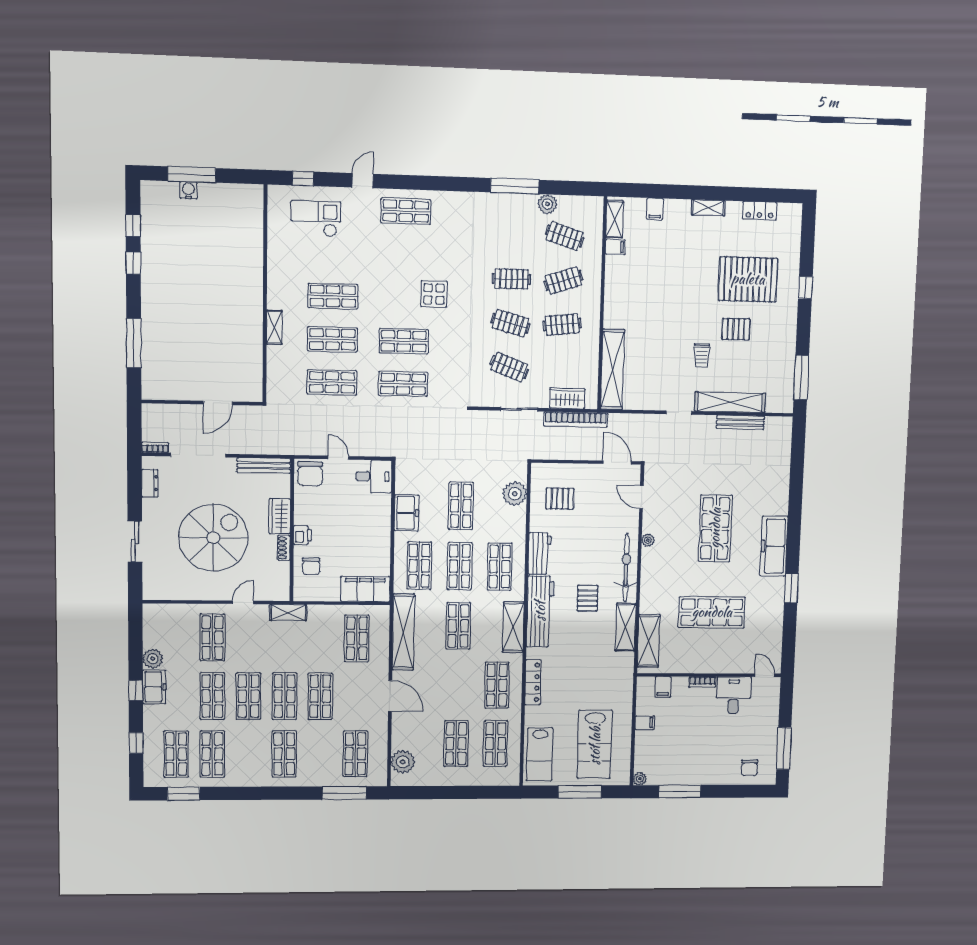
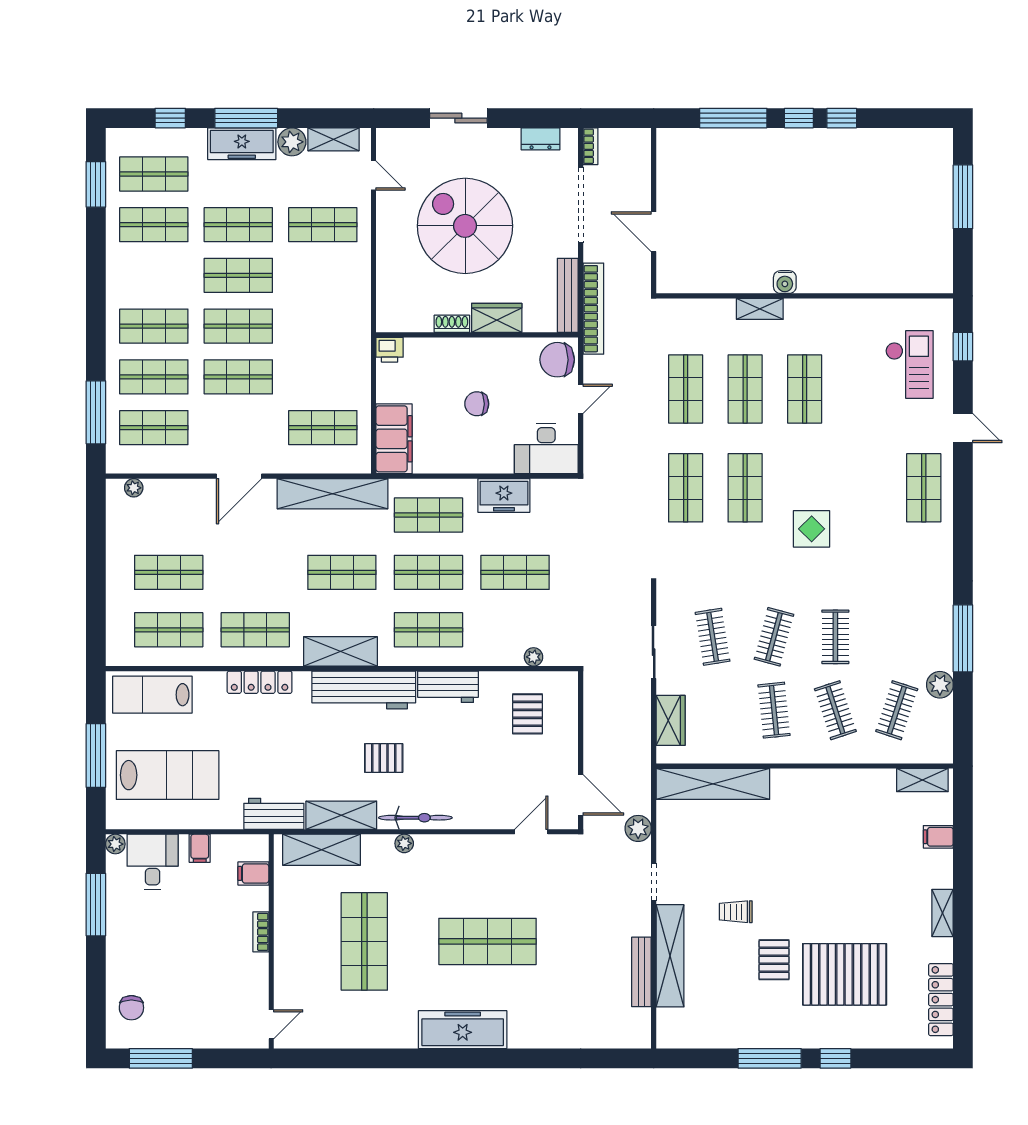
water cooler: (188, 190) -> (785, 282), moved, turned 90
locker: (760, 211) -> (941, 1000), width x1.53
window: (133, 226) -> (799, 118), moved
filing cabinet: (615, 247) -> (884, 782), removed
pallet: (748, 279) -> (845, 974), turned 90
clothes rail: (509, 367) -> (713, 637), turned -30
window: (801, 377) -> (770, 1058), moved
bookcase: (576, 419) -> (593, 309), moved, turned 180
plant: (642, 423) -> (638, 828), added
door: (617, 463) -> (581, 795), hinge flipped
desk: (374, 476) -> (546, 449), width x1.37
plant: (515, 494) -> (534, 657), width x0.53, depth x0.53
printer: (302, 535) -> (390, 350), moved
spiral stairs: (213, 538) -> (465, 226), turned 180
plant: (648, 540) -> (404, 843), moved
chair: (311, 566) -> (477, 404), moved
bicycle: (626, 568) -> (415, 818), width x0.73, depth x0.71
window: (791, 588) -> (401, 1058), removed
door: (243, 602) -> (374, 175), moved
shelving: (288, 612) -> (333, 139), moved, turned 90
workbench: (623, 673) -> (274, 814), added
freezer: (154, 687) -> (242, 144), width x1.40
window: (136, 690) -> (246, 118), width x2.17
desk: (734, 695) -> (153, 862), moved, turned -90
lab bench: (595, 744) -> (168, 775), turned 180
shop shelf: (320, 754) -> (154, 377), added
plant: (403, 762) -> (134, 488), width x0.53, depth x0.53
chair: (749, 768) -> (131, 1008), turned -90

